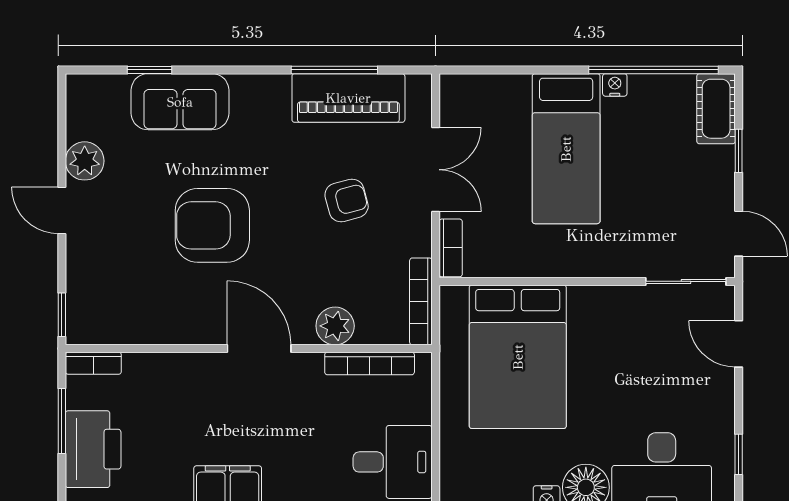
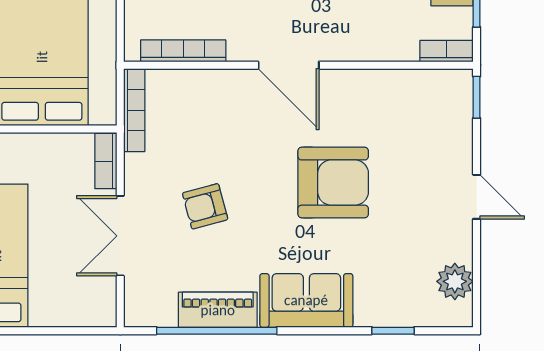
window: (334, 70) -> (217, 331), width x1.46
piano: (348, 98) -> (218, 310), width x0.73, depth x0.75
sofa: (180, 102) -> (306, 300), moved
plant: (85, 161) -> (455, 281), moved
plant: (335, 326) -> (216, 87), removed

